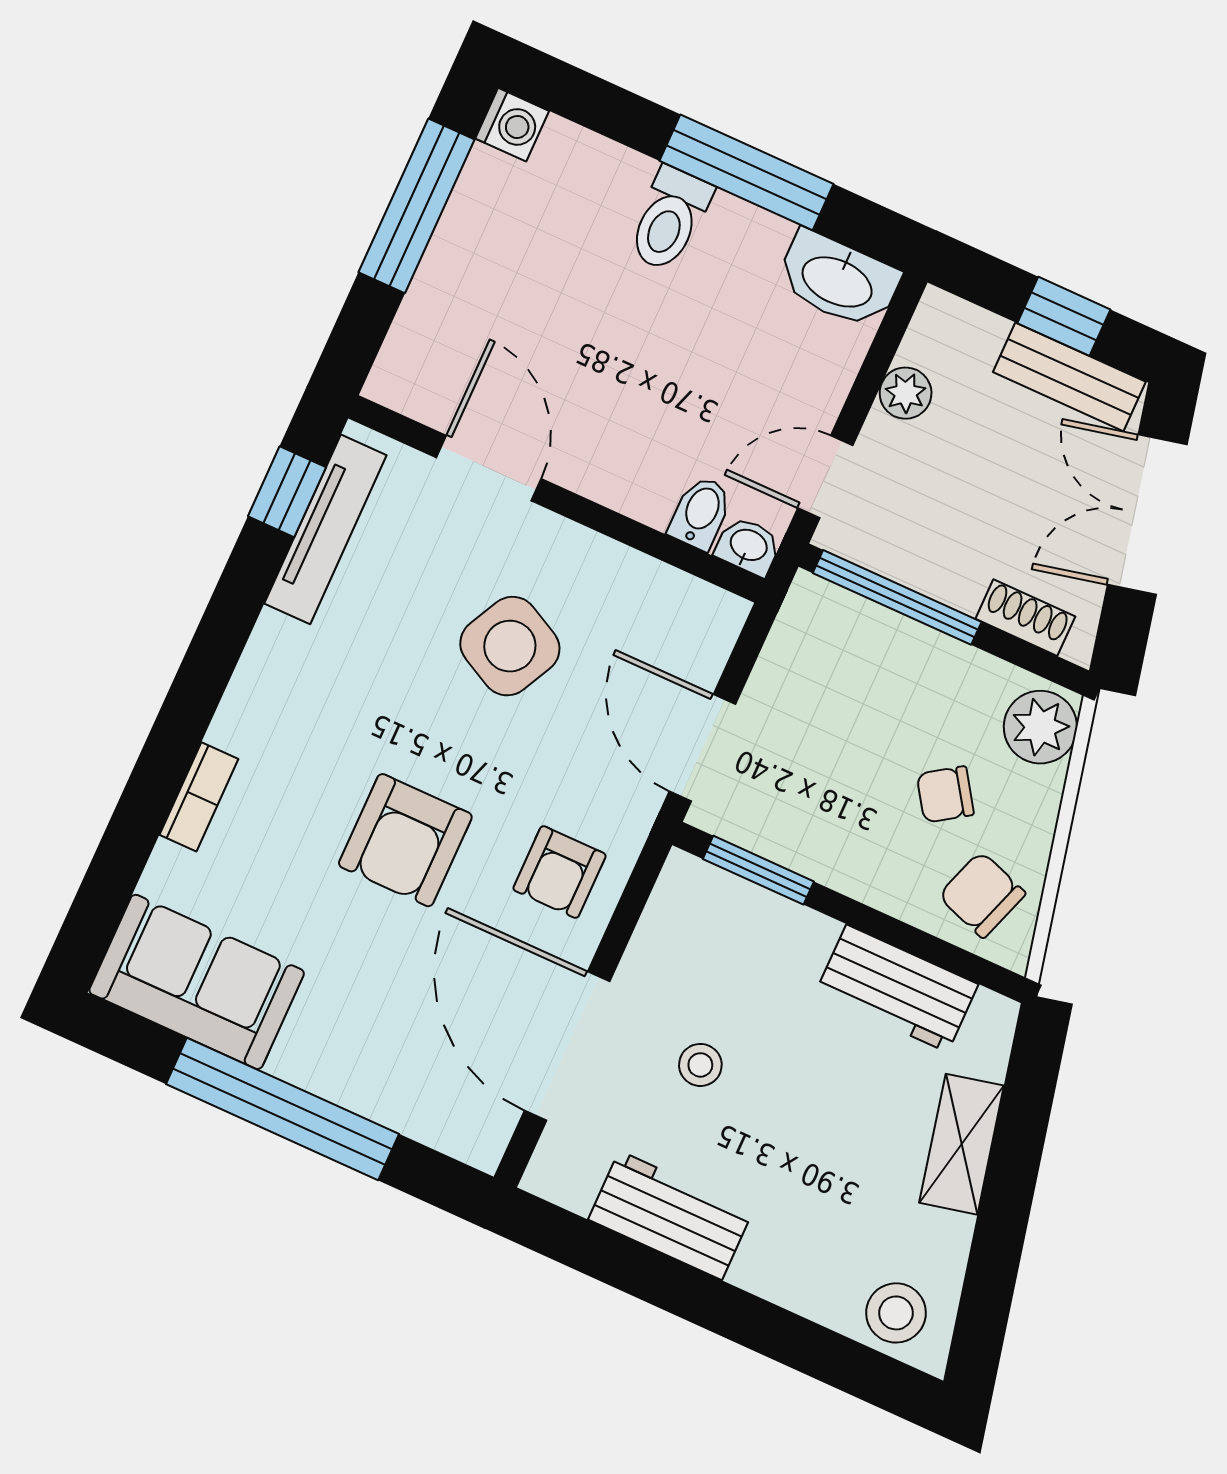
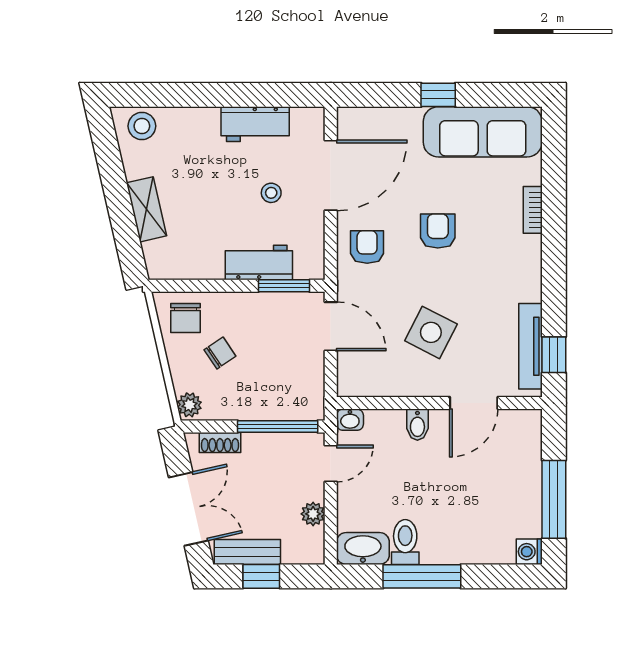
toilet: (670, 219) -> (405, 542), moved
door: (489, 468) -> (474, 403), hinge flipped
bidet: (701, 513) -> (417, 425), moved
plant: (1040, 727) -> (189, 405), width x0.73, depth x0.73
armchair: (405, 840) -> (438, 231), width x0.72, depth x0.72
chair: (982, 895) -> (185, 318), turned 71
sofa: (197, 982) -> (483, 132), width x1.36
workbench: (897, 988) -> (259, 262), moved
door: (567, 1046) -> (331, 175), hinge flipped
window: (283, 1109) -> (438, 95), width x0.32

